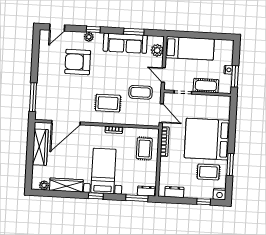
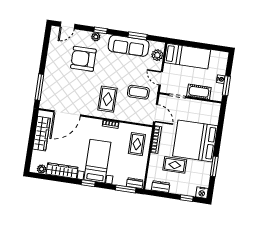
rug: (108, 103) -> (107, 99), turned 90
rug: (208, 172) -> (175, 165), moved

